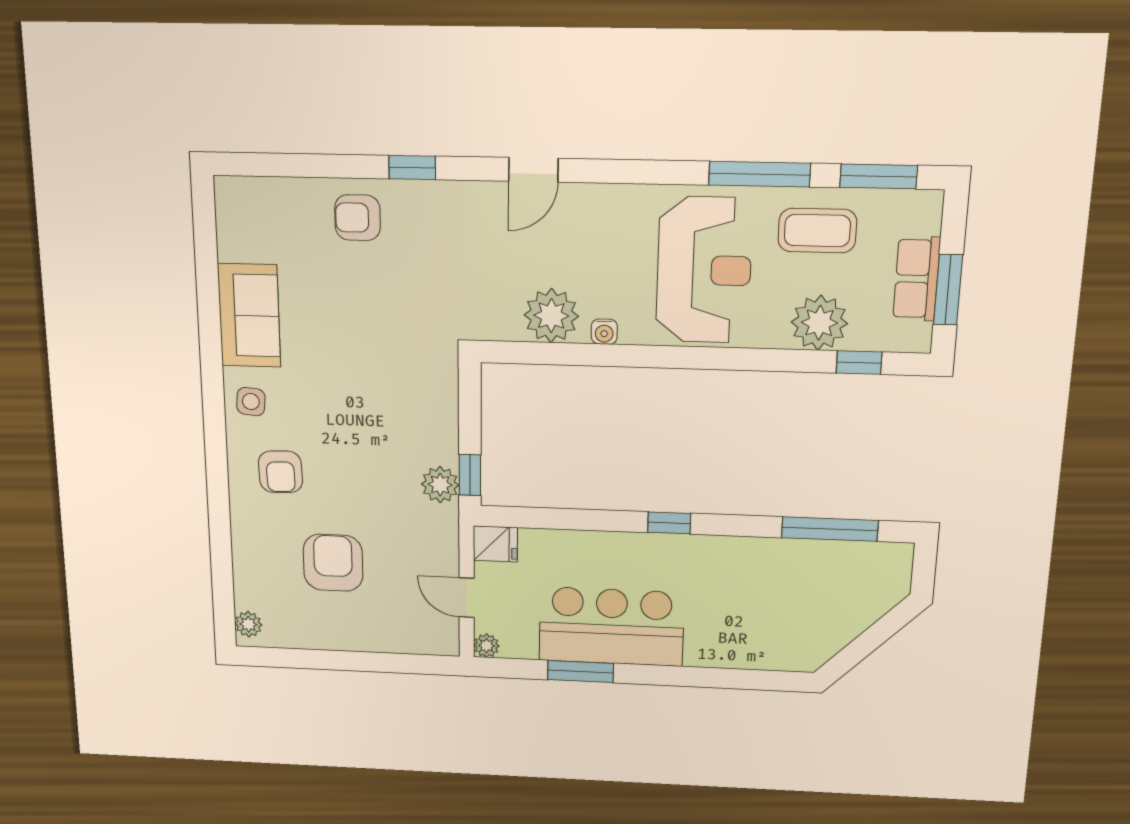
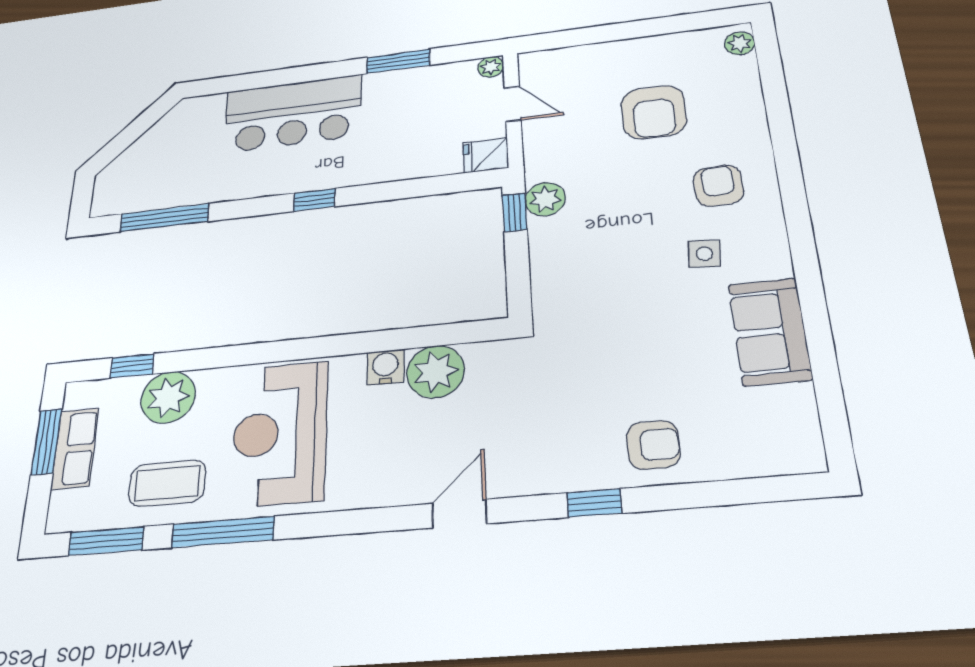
water cooler: (604, 332) -> (385, 367), width x1.38, depth x1.38
side table: (251, 402) -> (704, 254), moved
bar counter: (611, 627) -> (293, 113), moved

